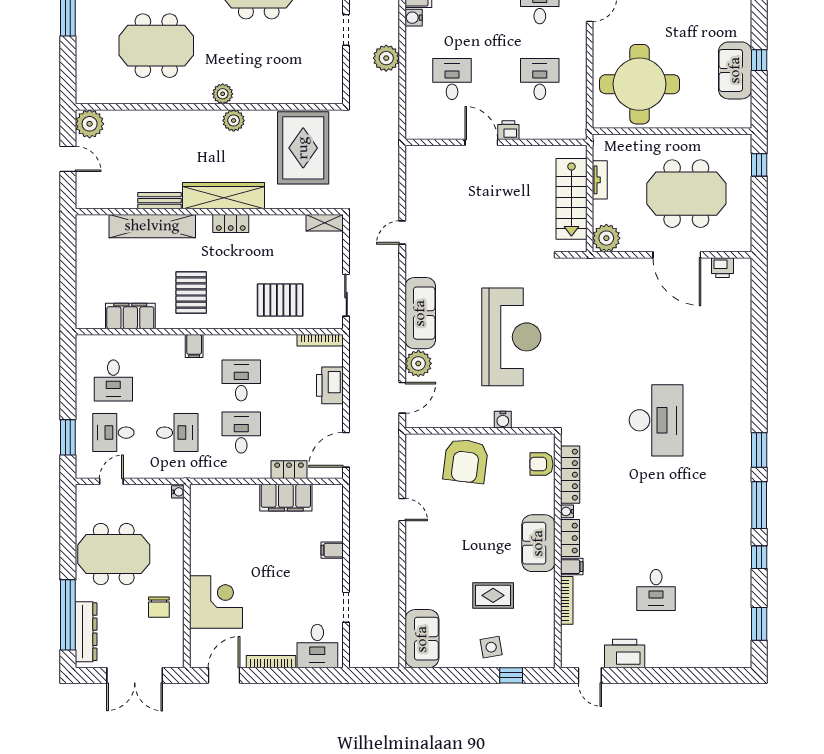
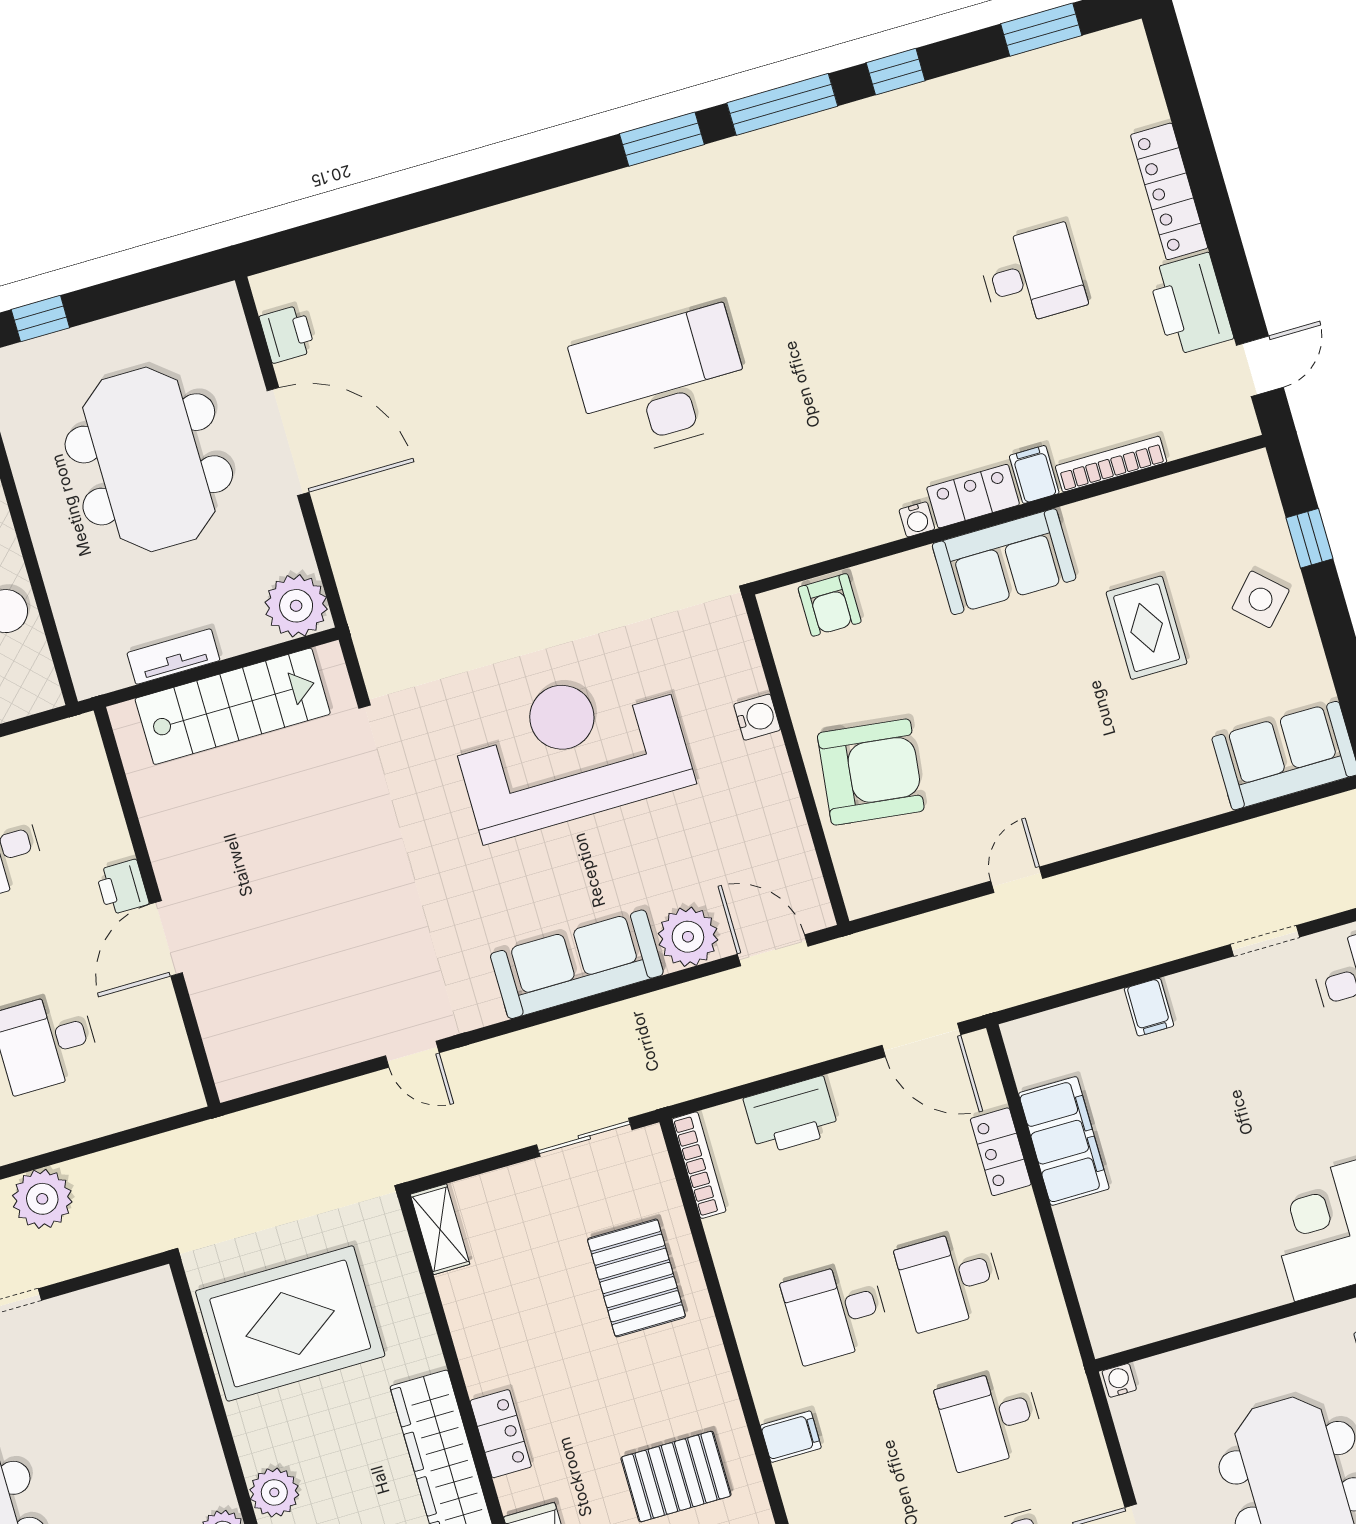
door: (677, 255) -> (288, 442), hinge flipped
desk: (177, 433) -> (990, 1419), turned -90
locker: (570, 475) -> (1169, 191), moved, turned -90
side table: (491, 647) -> (1261, 599), turned -37

